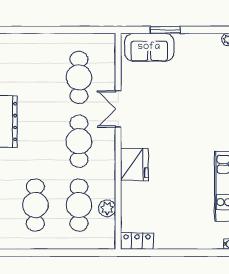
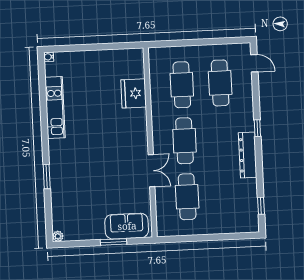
fridge: (134, 164) -> (134, 93), moved
plant: (107, 208) -> (157, 83), removed
locker: (137, 241) -> (129, 56), removed

